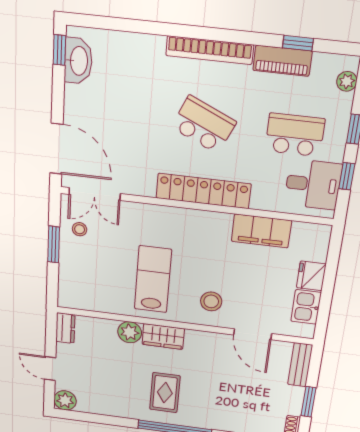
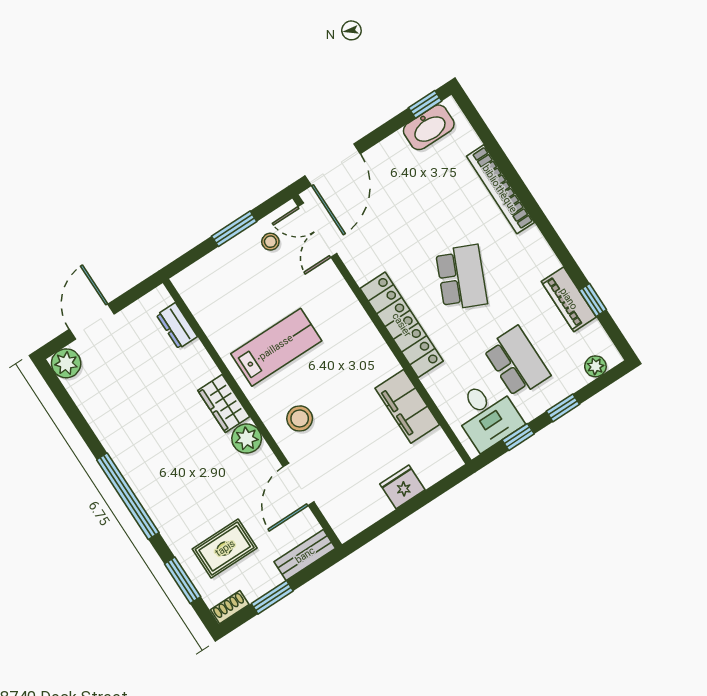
bookcase: (210, 50) -> (500, 189), moved
kitchen sink: (306, 307) -> (368, 509), removed
dresser: (65, 328) -> (177, 326), moved, turned 90
plant: (130, 332) -> (247, 439), moved
door: (50, 368) -> (92, 322), width x1.38
rug: (165, 393) -> (225, 548), moved

